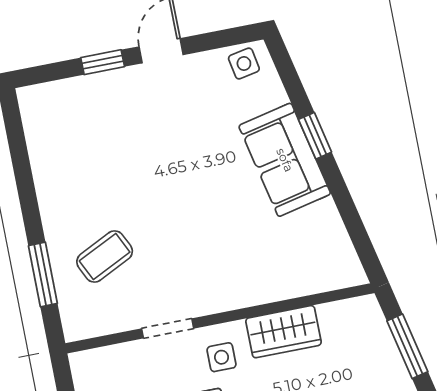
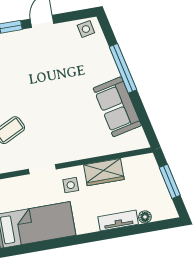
window: (315, 136) -> (123, 68), width x2.17
sofa: (285, 160) -> (117, 107), moved

